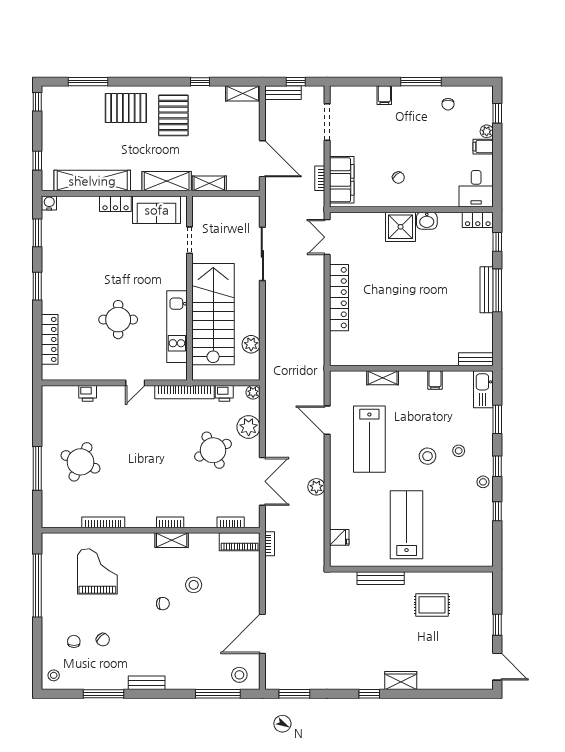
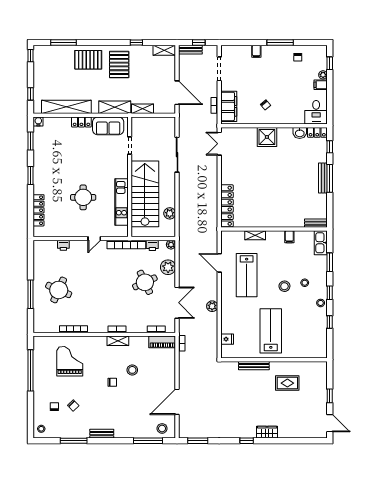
washbasin: (427, 221) -> (300, 133), moved
locker: (339, 298) -> (227, 206), moved

